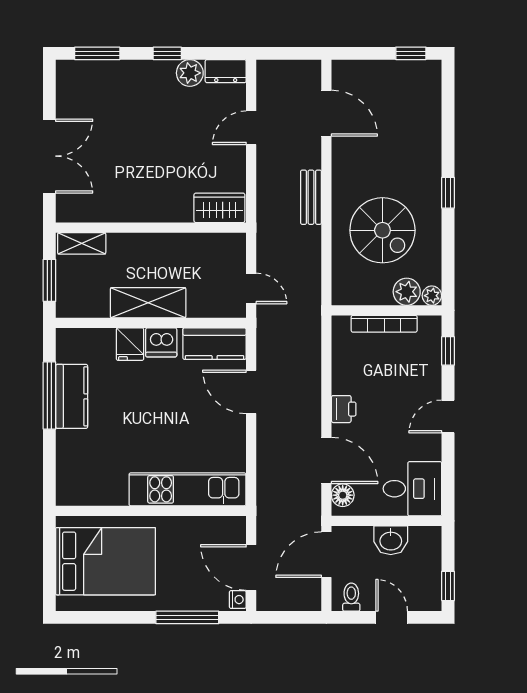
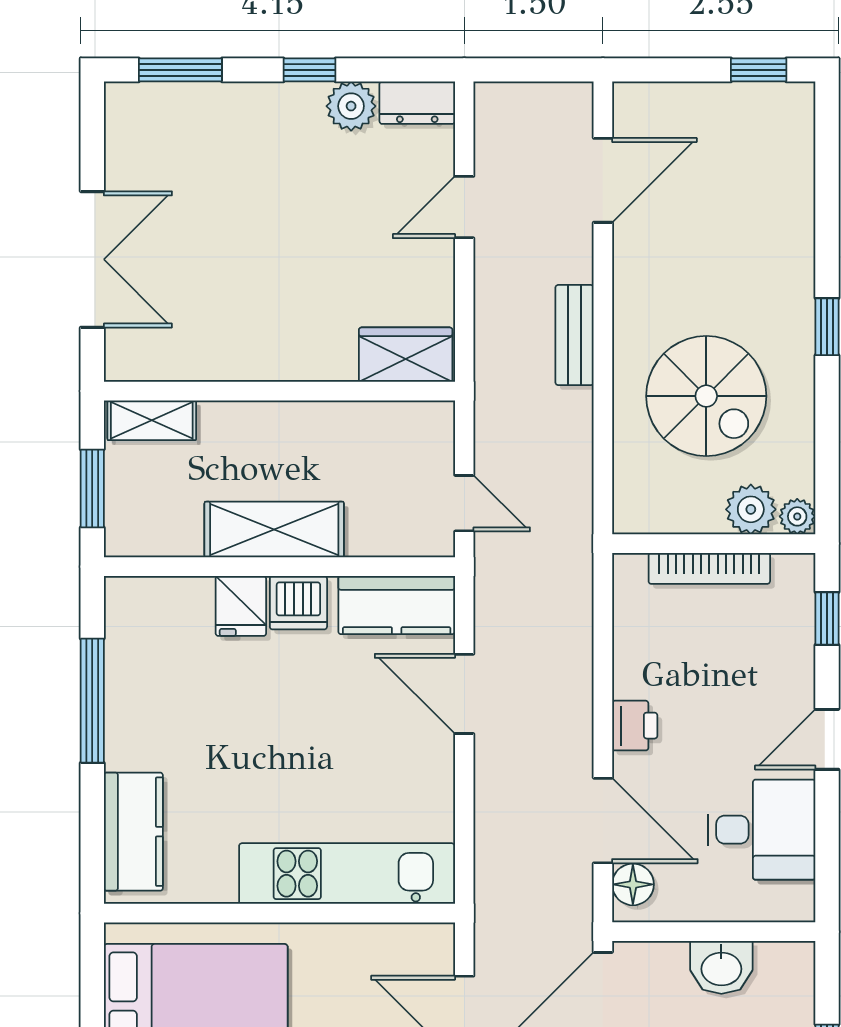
door: (326, 113) -> (603, 180), hinge flipped
kitchen counter: (72, 396) -> (133, 832), moved
desk: (412, 489) -> (761, 830), moved

